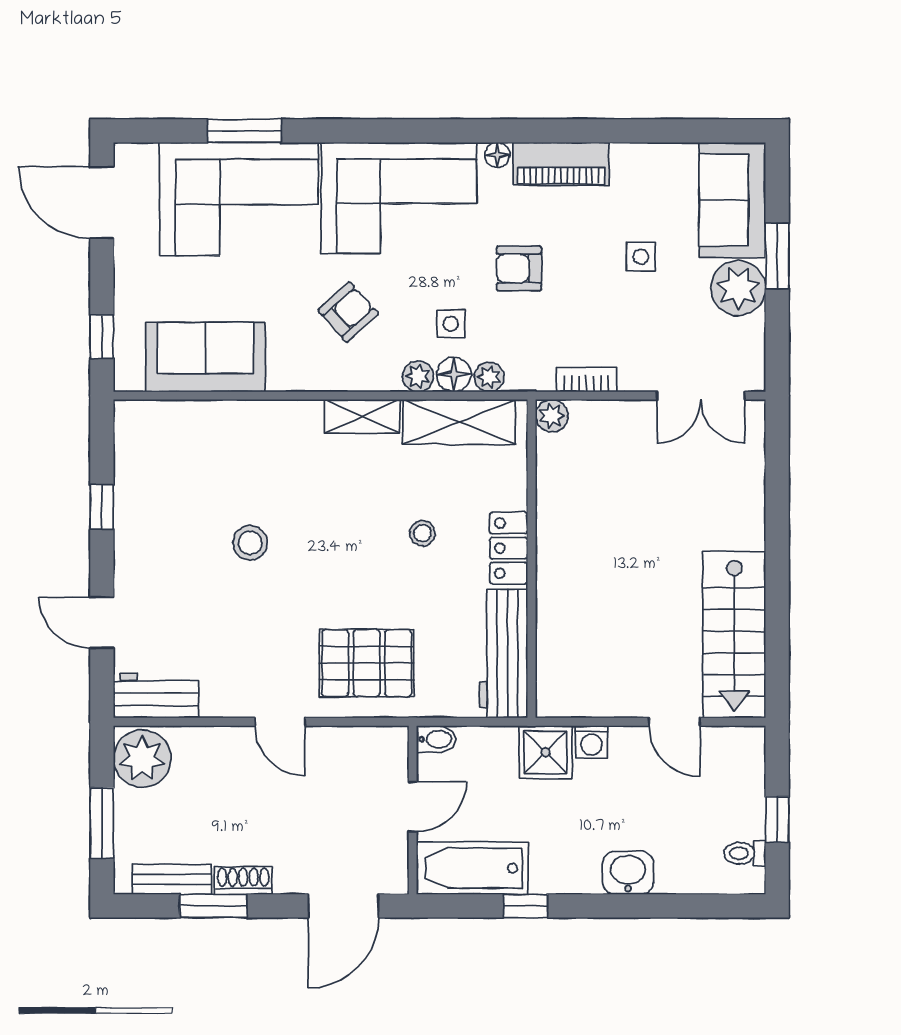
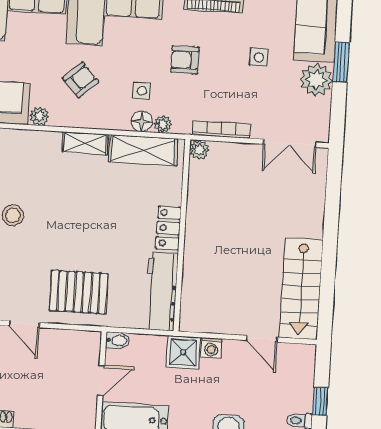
plant: (418, 376) -> (39, 116), moved
bookcase: (586, 380) -> (221, 129), width x1.56
stool: (422, 533) -> (117, 216), removed

